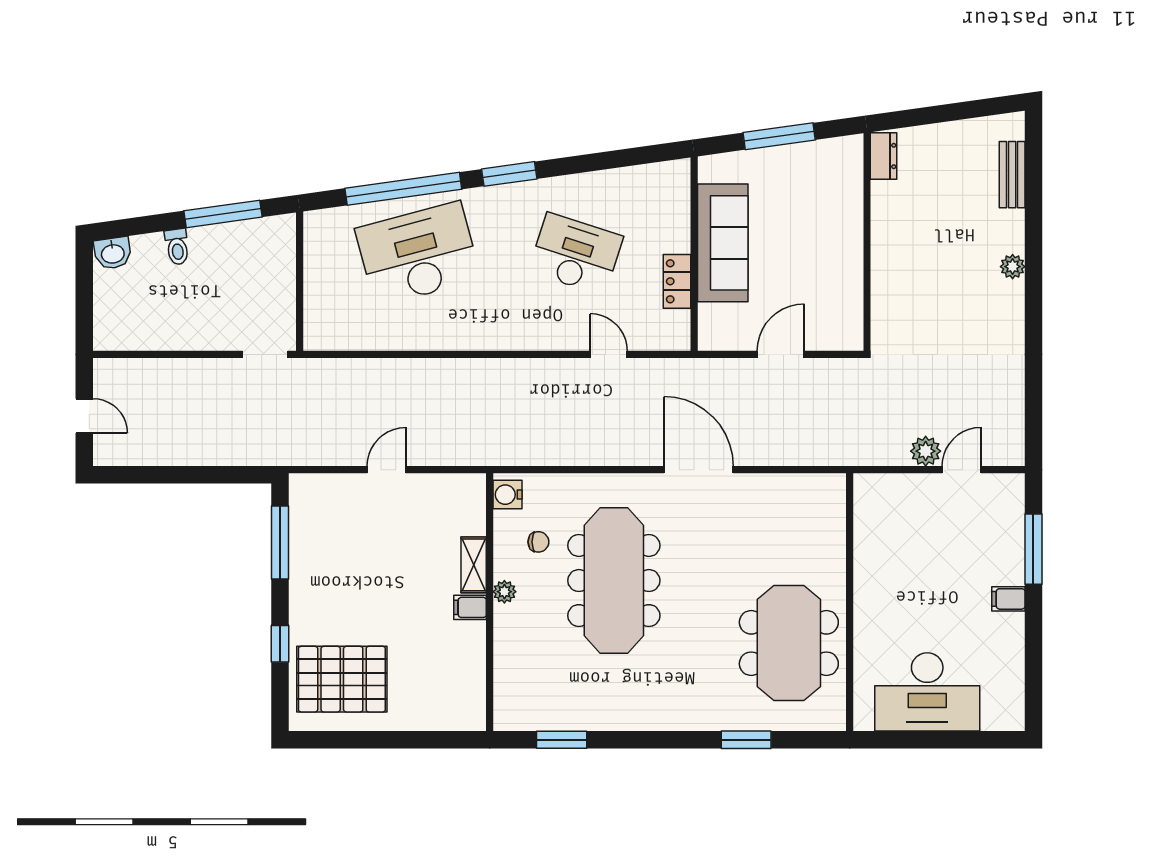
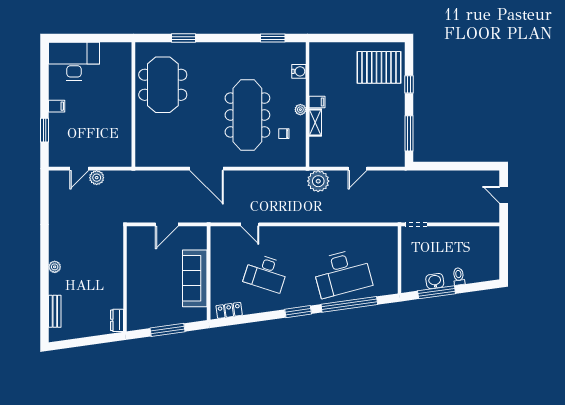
washbasin: (113, 253) -> (435, 281), moved
locker: (677, 281) -> (229, 310), moved, turned -98
plant: (468, 444) -> (318, 181), added
water cooler: (508, 495) -> (299, 71), moved
window: (1033, 549) -> (45, 130), width x0.69
desk: (927, 692) -> (74, 61), moved

